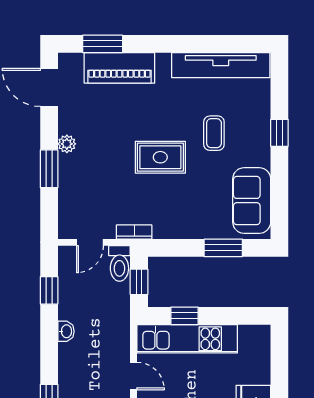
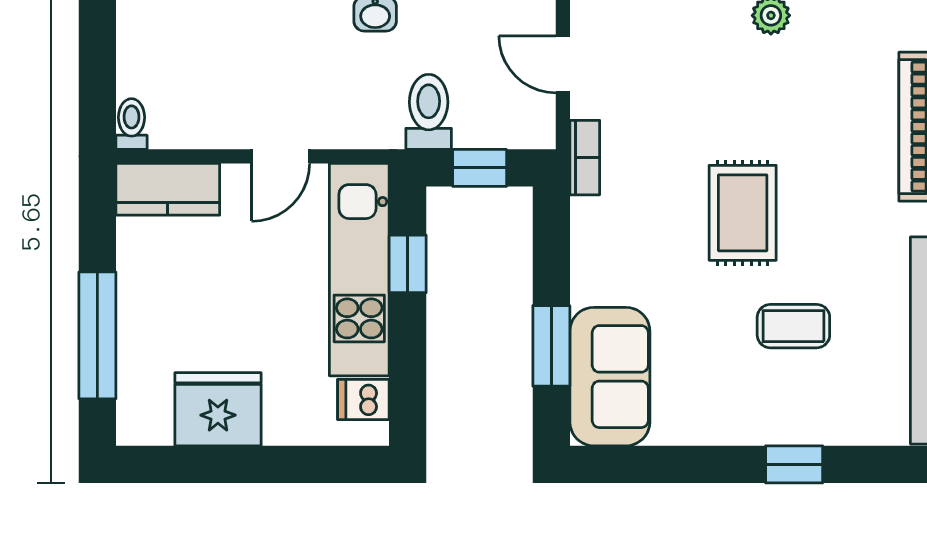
sofa: (252, 201) -> (610, 377), moved, turned 90
toilet: (119, 263) -> (429, 112), moved, turned 90
dishwasher: (249, 337) -> (363, 400), added

